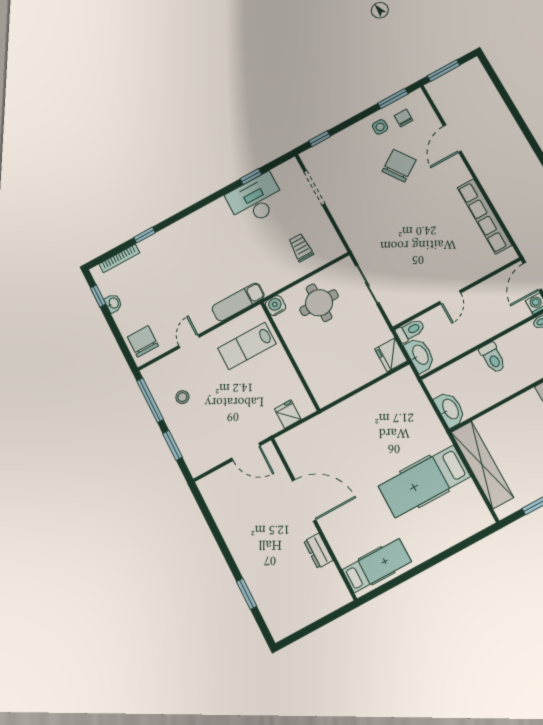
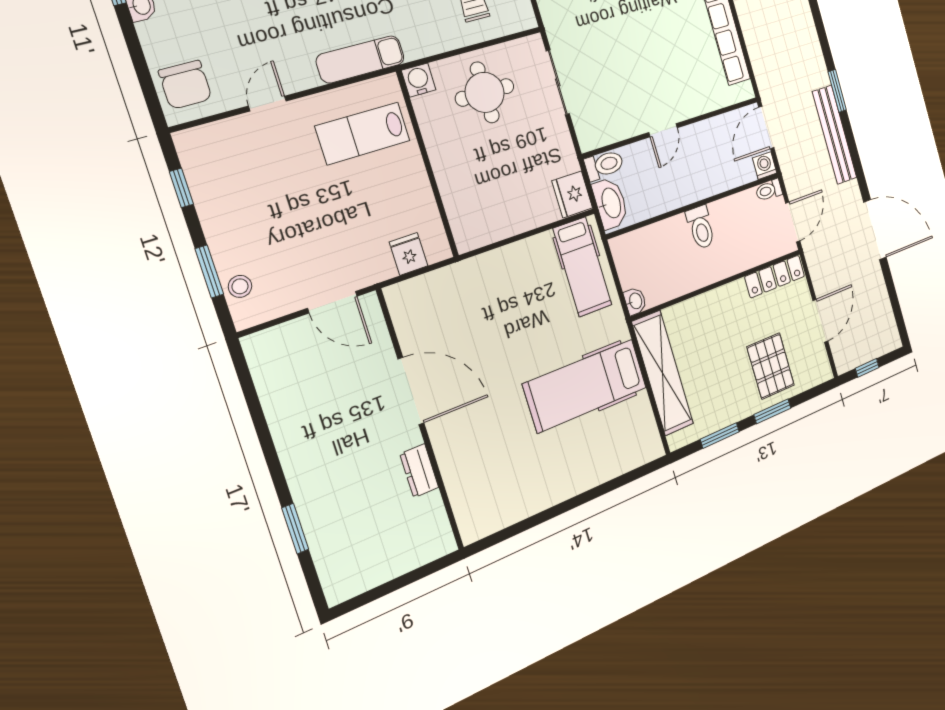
chair: (143, 341) -> (185, 85), turned 180
stool: (182, 397) -> (240, 286), moved
window: (150, 400) -> (181, 188), width x0.46
washbasin: (450, 409) -> (635, 301), width x0.52, depth x0.69
hospital bed: (377, 566) -> (582, 267), moved, turned 90

